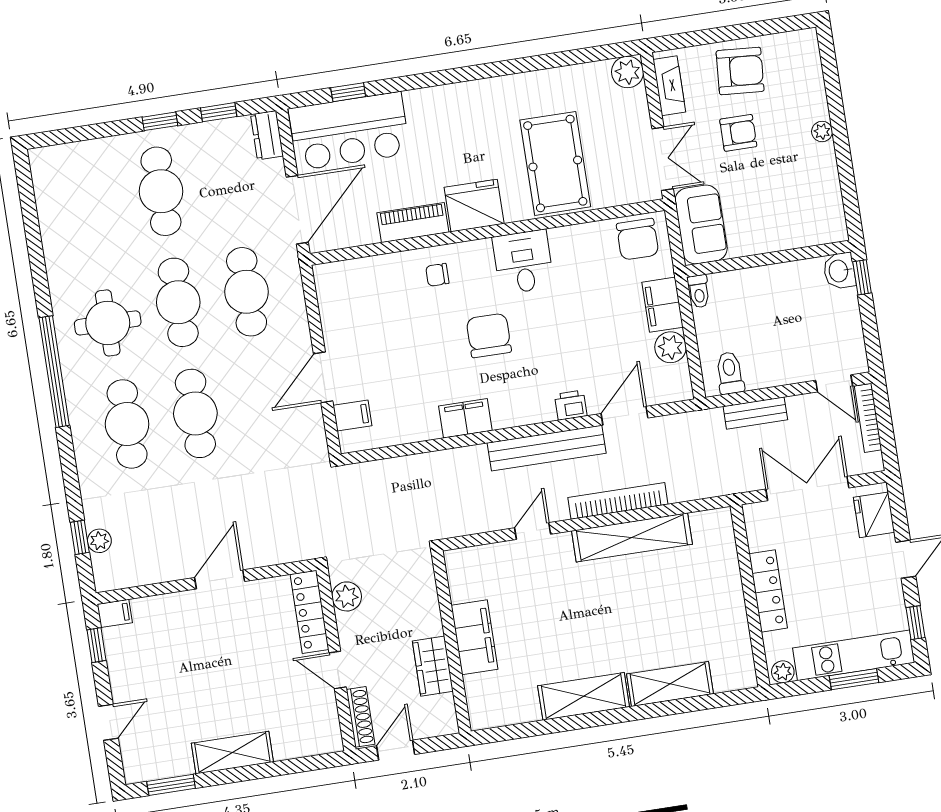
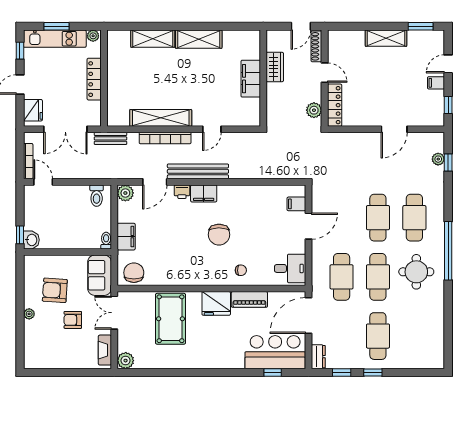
armchair: (740, 71) -> (55, 290), moved
desk: (523, 262) -> (290, 268), moved, turned -90
plant: (670, 347) -> (125, 193), moved
bench: (755, 413) -> (111, 138), moved
filing cabinet: (465, 418) -> (204, 193), moved
door: (220, 579) -> (394, 129), moved
filing cabinet: (115, 613) -> (436, 83), moved

